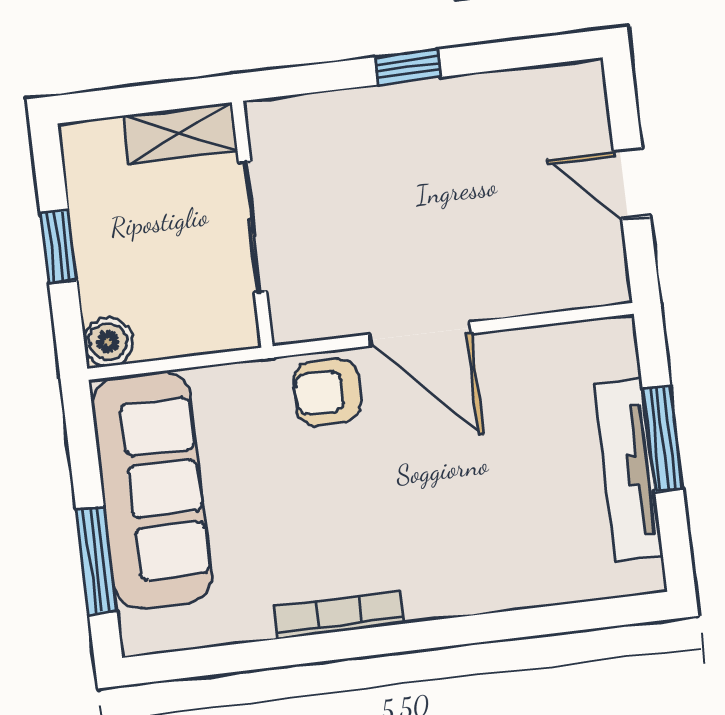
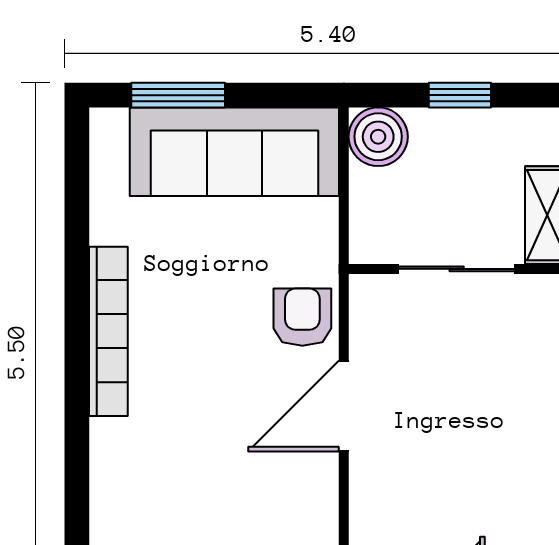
boiler: (108, 342) -> (378, 137), width x1.36, depth x1.36
bookcase: (339, 615) -> (108, 331), width x1.48, depth x1.31

